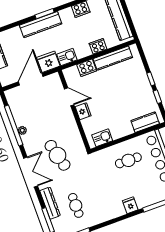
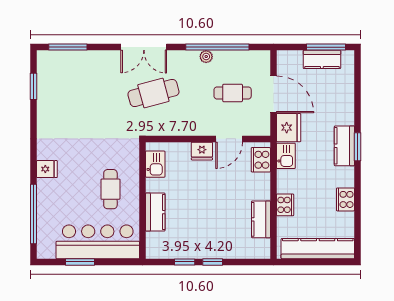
kitchen counter: (41, 25) -> (344, 146), width x0.67
kitchen counter: (113, 58) -> (261, 219), width x0.67
cooker: (87, 68) -> (261, 160), moved
kitchen counter: (145, 122) -> (155, 212), moved
dresser: (50, 203) -> (91, 58), removed
cafe table: (76, 205) -> (233, 93), moved

